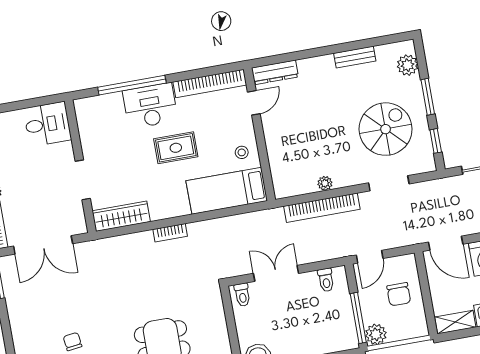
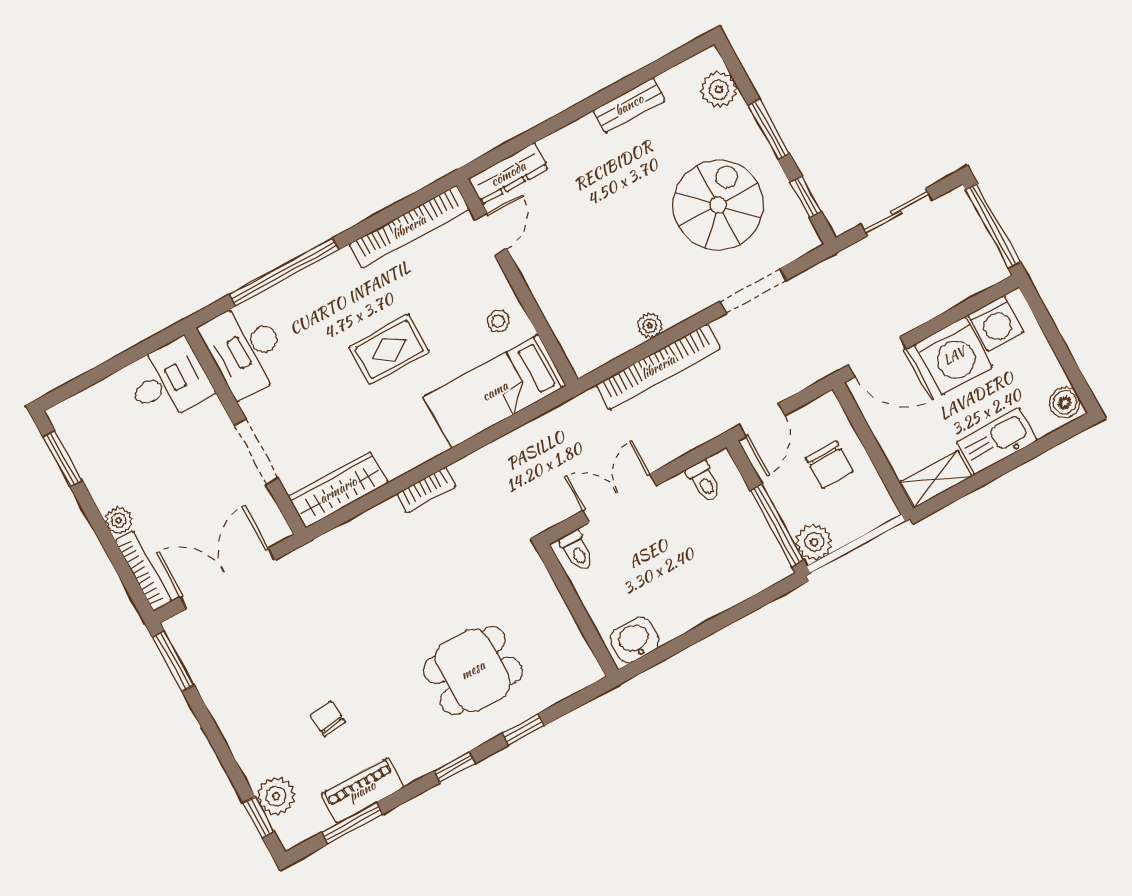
desk: (150, 106) -> (246, 349), moved, turned -90
double door: (43, 245) -> (227, 579), swing flipped

